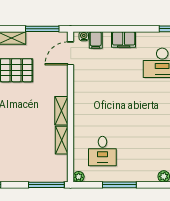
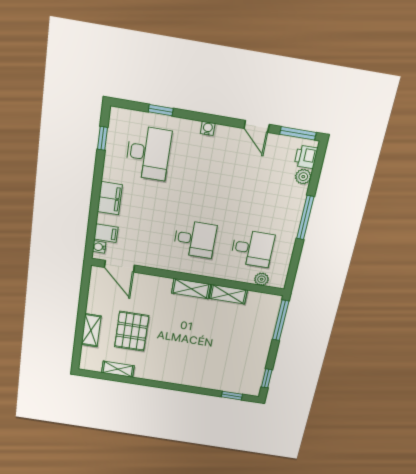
window: (42, 29) -> (84, 294), removed
desk: (102, 107) -> (195, 239), added
plant: (79, 177) -> (262, 279), moved
window: (119, 185) -> (305, 218), moved

